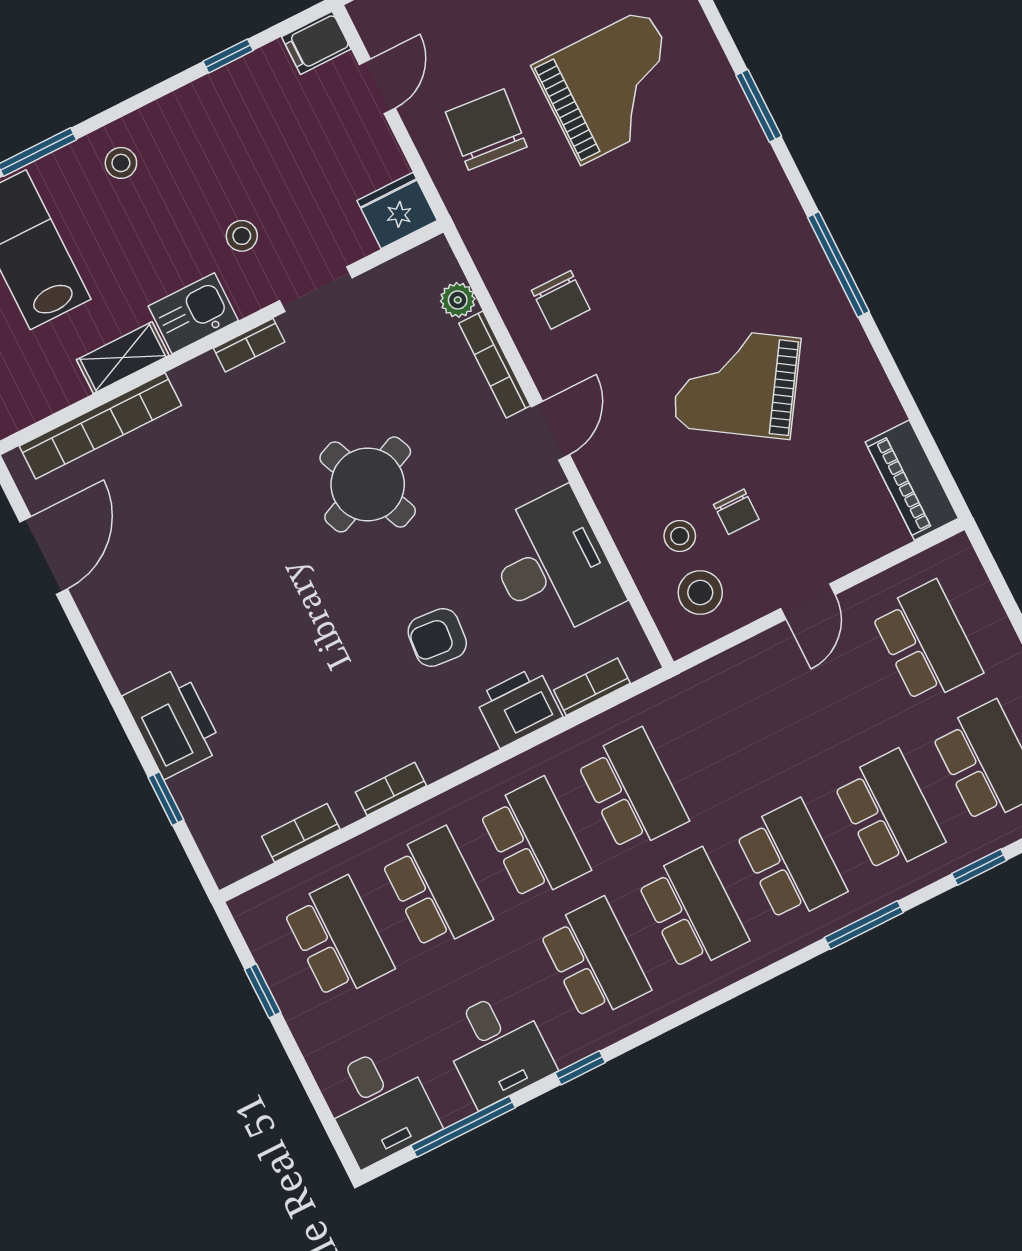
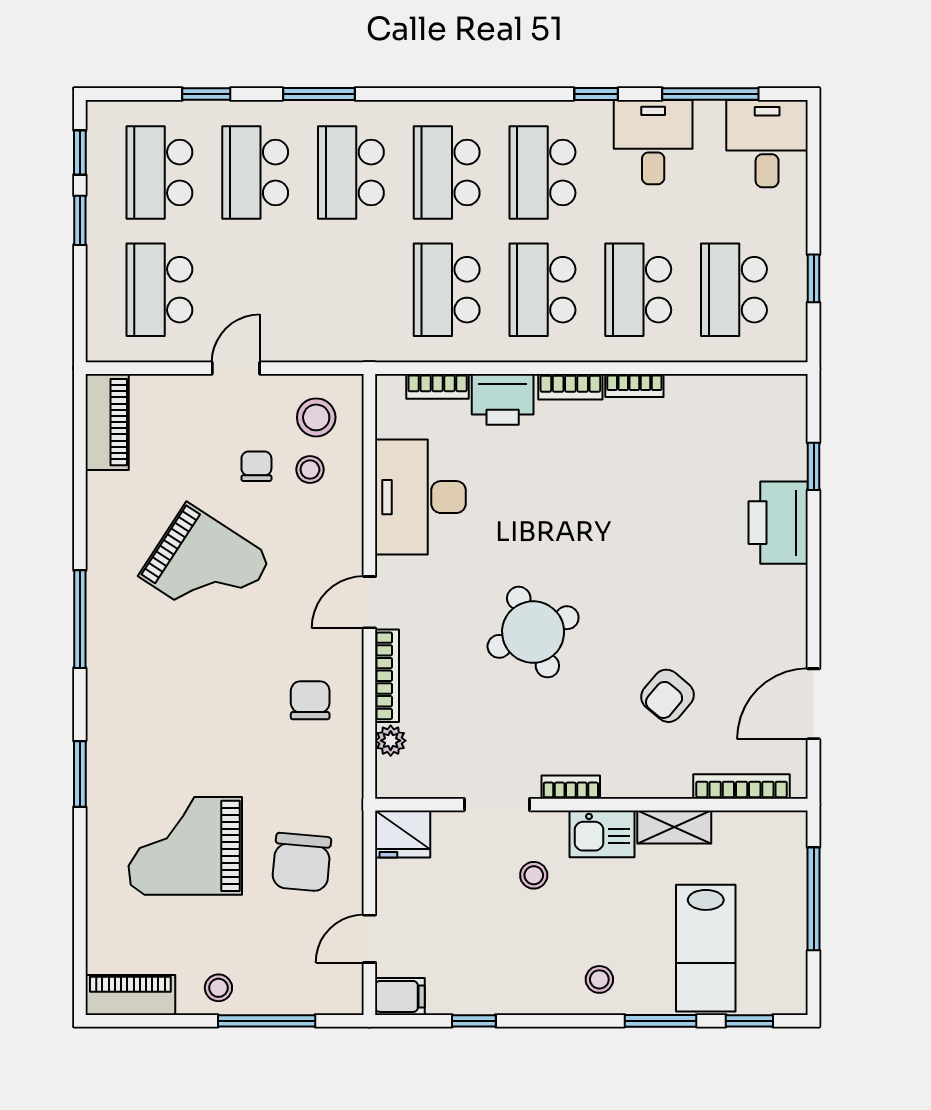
bookcase: (100, 426) -> (742, 786), width x0.68, depth x0.76
armchair: (437, 638) -> (668, 696), moved, turned 125
bookcase: (301, 833) -> (570, 387), moved

